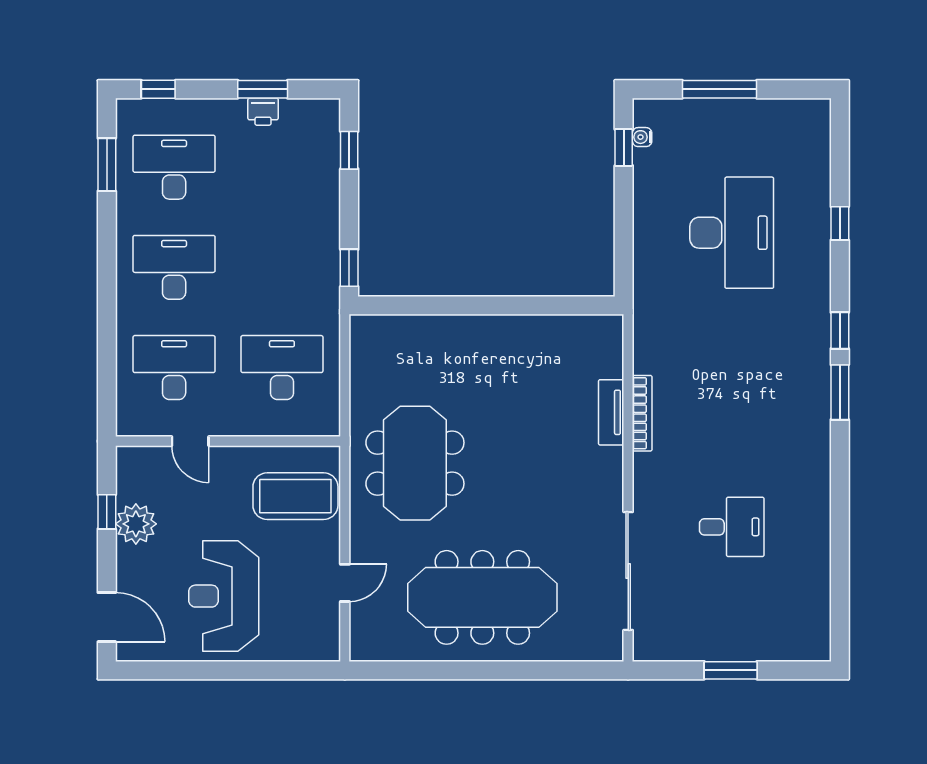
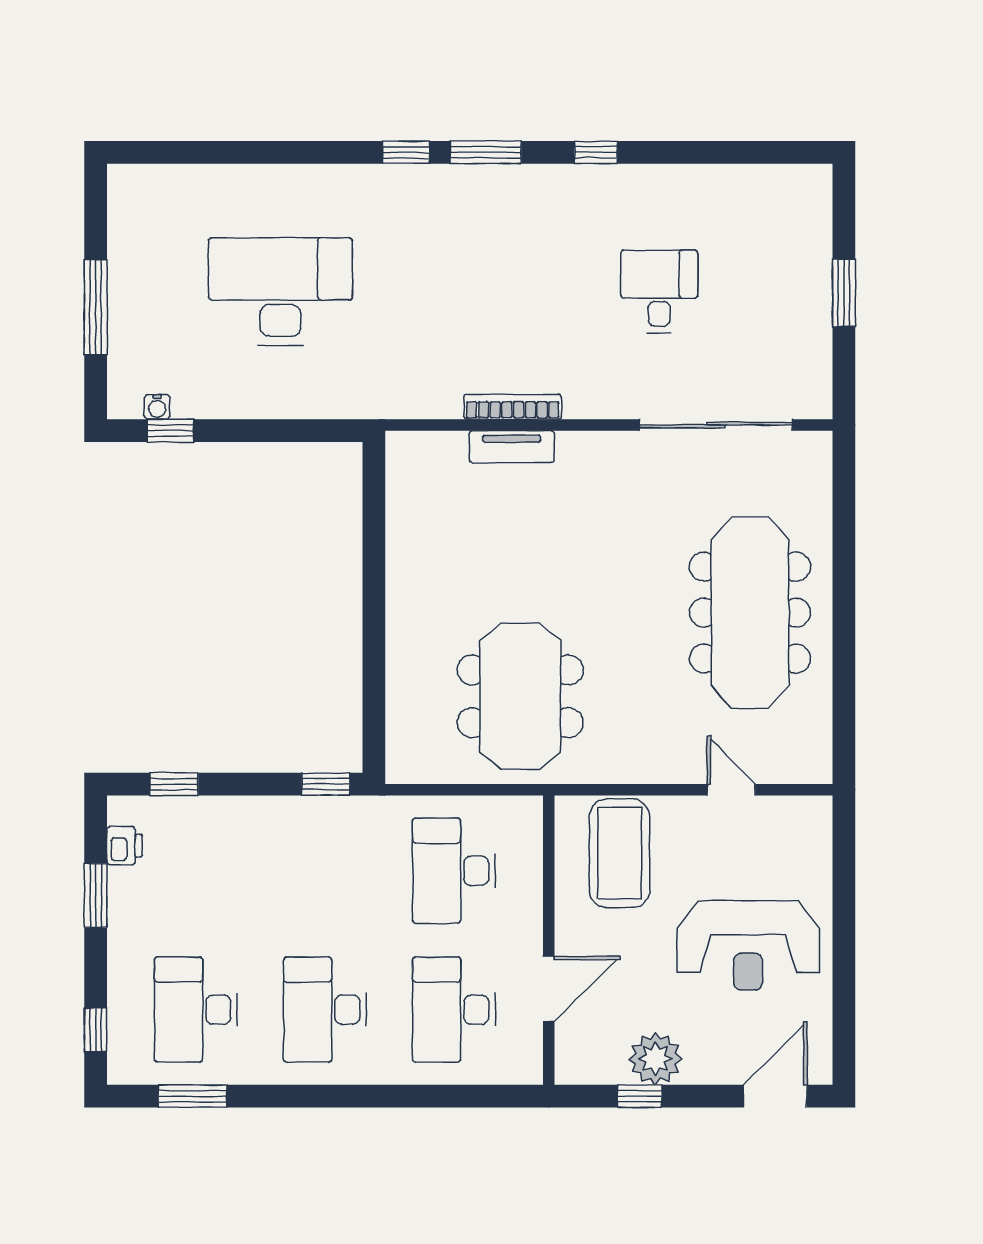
printer: (263, 112) -> (124, 846), moved
window: (840, 223) -> (596, 152), moved
door: (190, 441) -> (549, 989), width x1.38
meeting table: (415, 463) -> (520, 696), moved, turned 90

